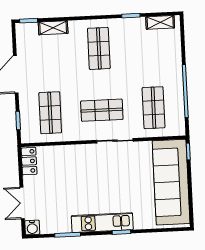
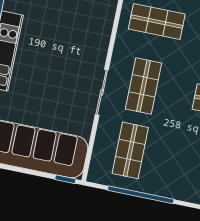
shop shelf: (154, 108) -> (130, 150), turned 90

